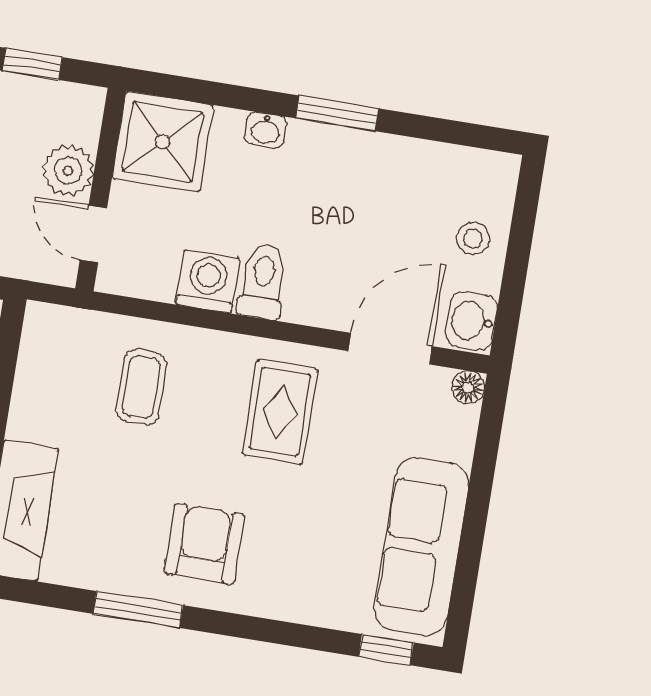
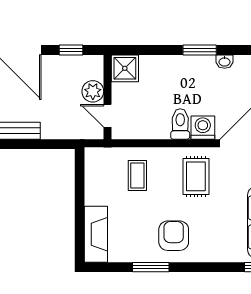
washbasin: (265, 130) -> (225, 62), moved
shower: (163, 142) -> (125, 68), width x0.73, depth x0.73
washing machine: (208, 281) -> (203, 128), moved

